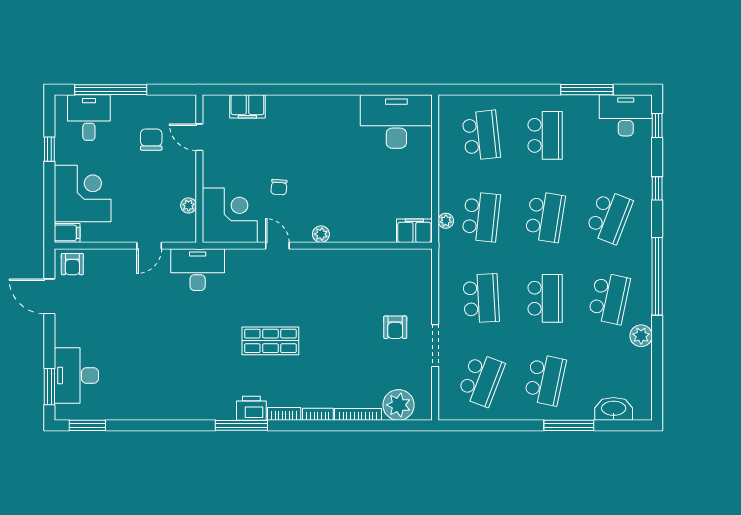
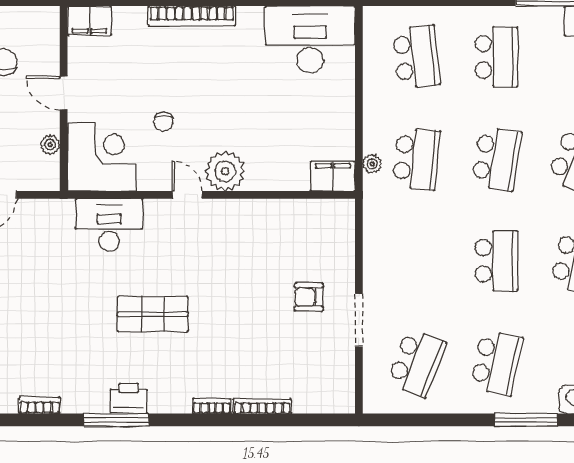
bookcase: (302, 103) -> (192, 16), added
filing cabinet: (247, 106) -> (89, 21), moved
door: (199, 137) -> (64, 93), moved
plant: (321, 234) -> (225, 171), width x1.88, depth x1.88
door: (277, 246) -> (187, 195), moved
desk: (198, 270) -> (109, 225), moved
school desk: (481, 298) -> (416, 261), removed
armchair: (395, 327) -> (309, 297), turned 90
plant: (398, 405) -> (313, 394), removed
bookcase: (284, 414) -> (39, 405), moved

